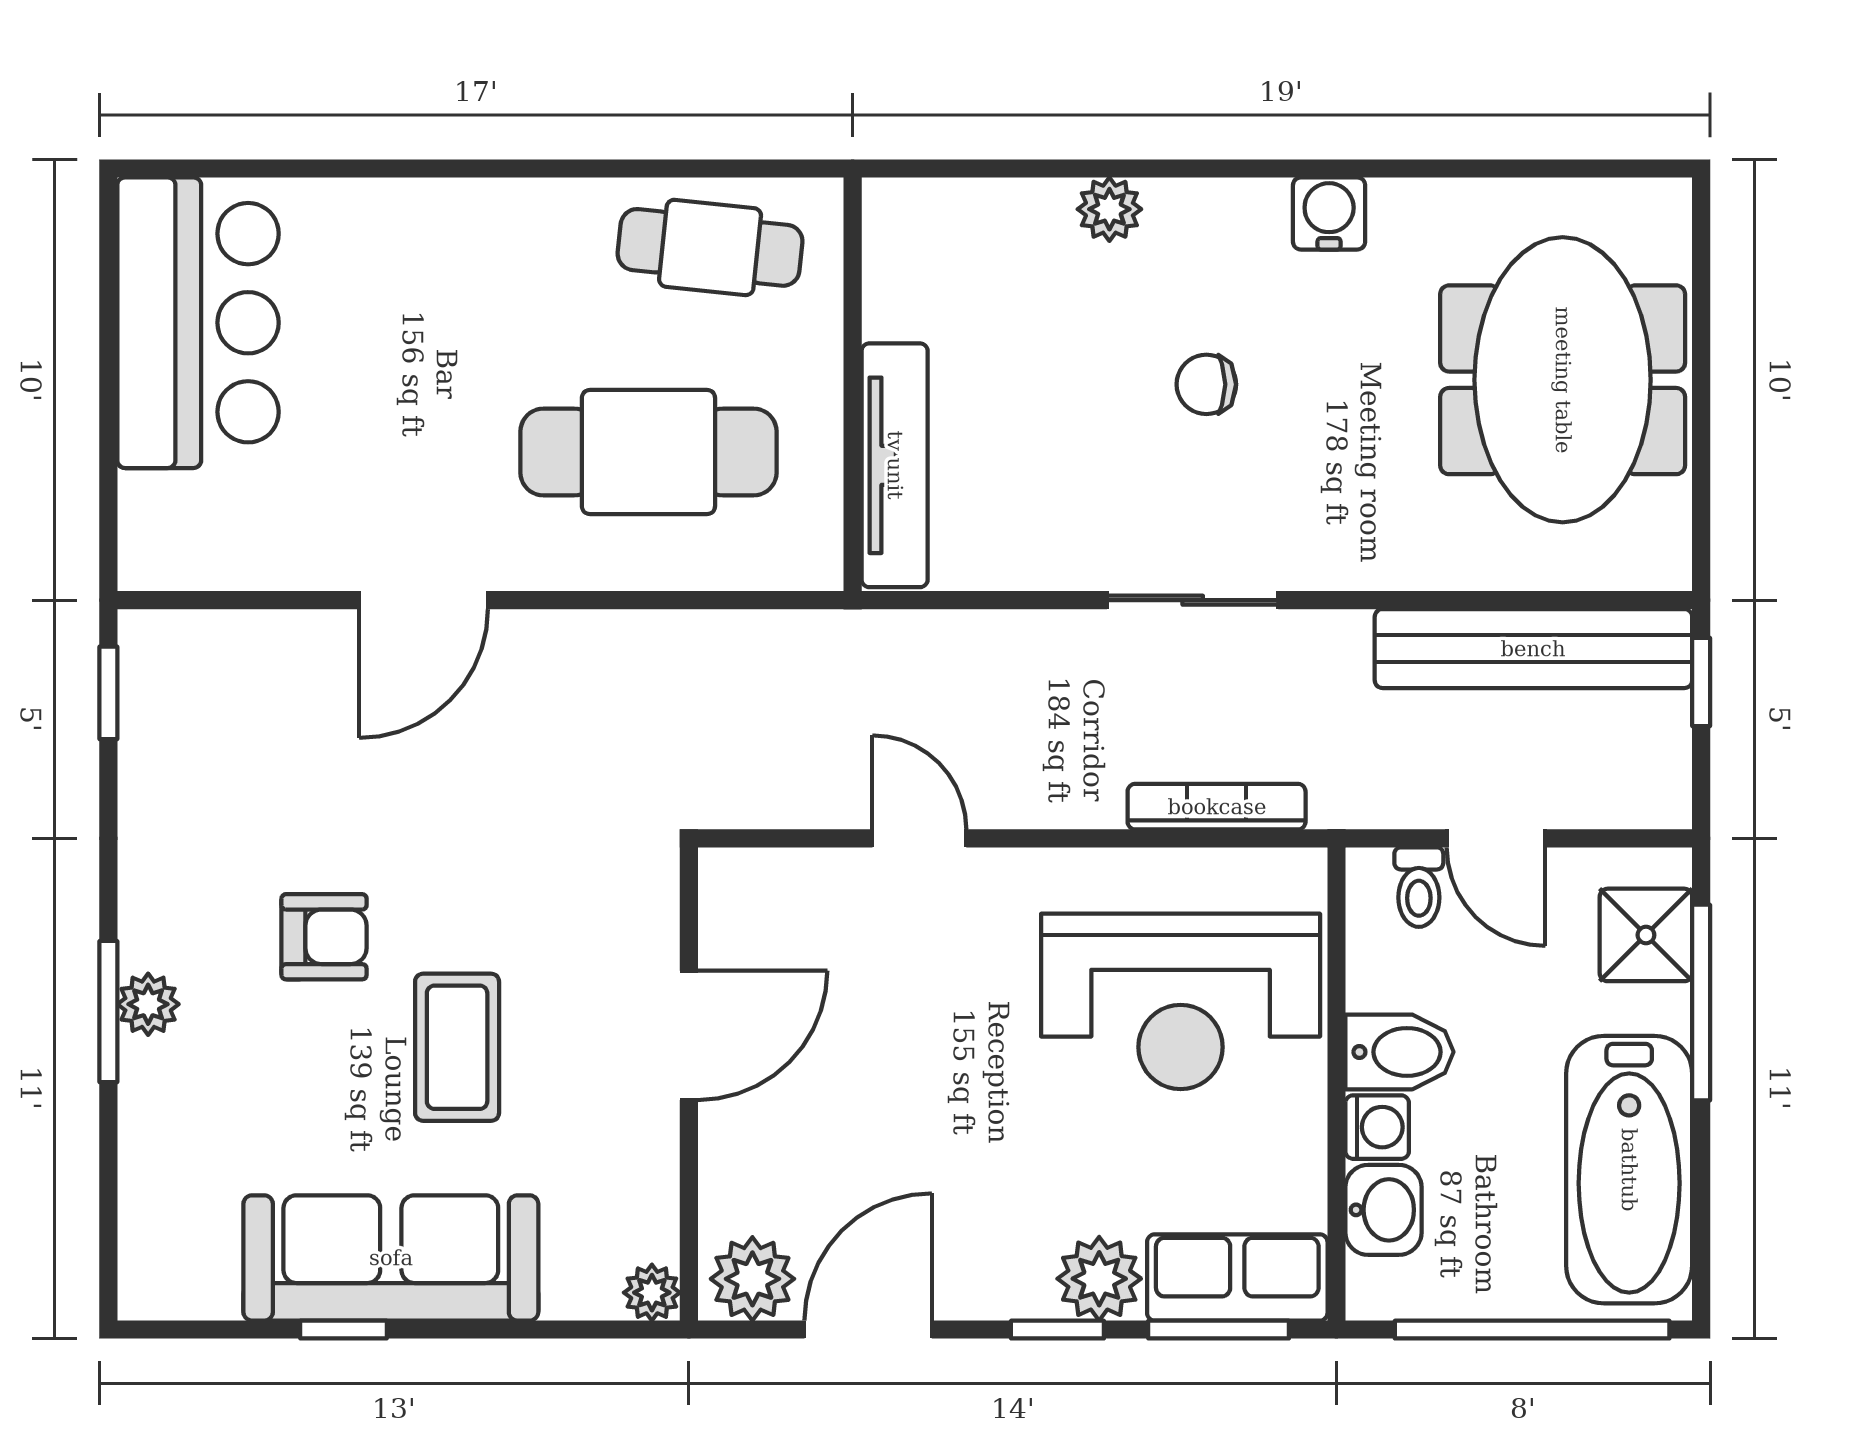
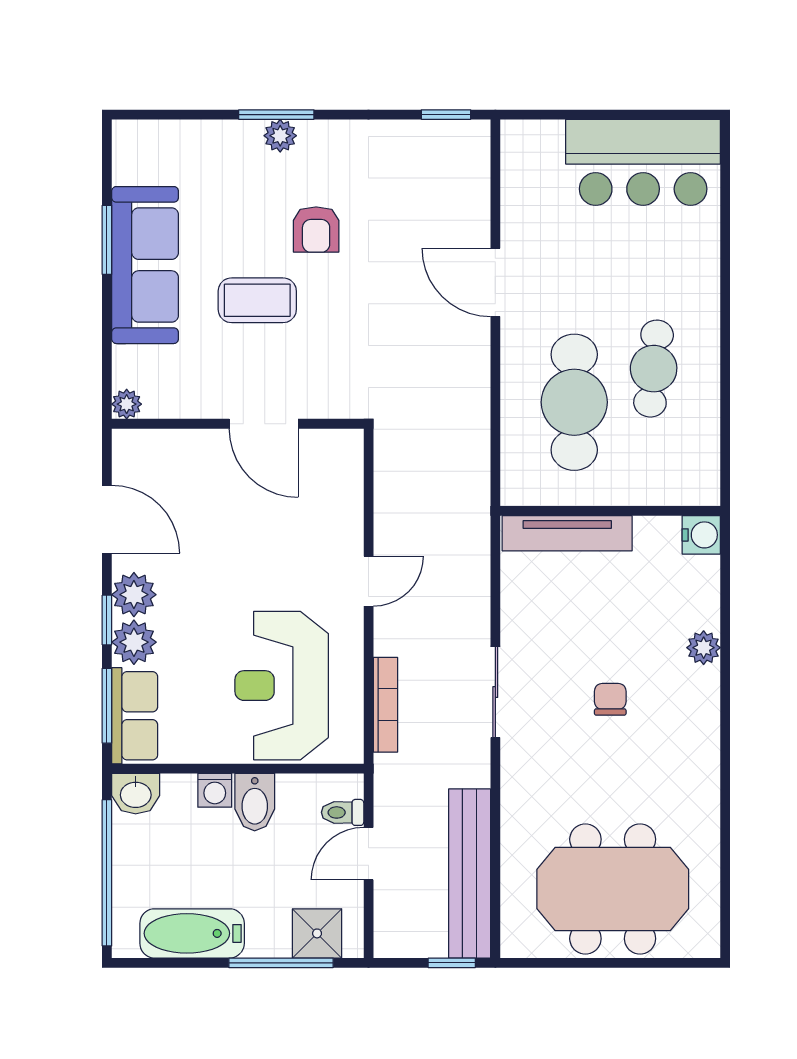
water cooler: (1329, 213) -> (701, 535), moved
cafe table: (710, 247) -> (654, 369), moved
door: (919, 838) -> (369, 581), moved
bathtub: (1629, 1170) -> (192, 933), width x0.73, depth x0.73
washbasin: (1383, 1210) -> (136, 794), moved
plant: (752, 1279) -> (134, 595), moved
window: (344, 1330) -> (107, 240), width x1.50

